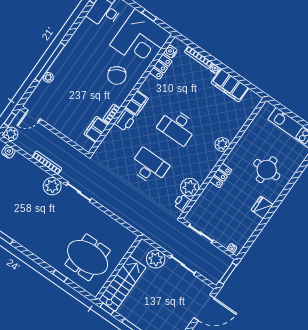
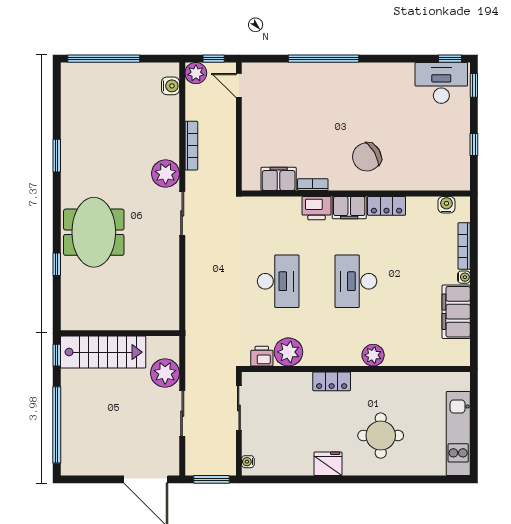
corner desk: (141, 40) -> (435, 155), removed
locker: (161, 67) -> (386, 206), moved
plant: (48, 77) -> (302, 70), removed
meeting table: (88, 257) -> (94, 232), moved

